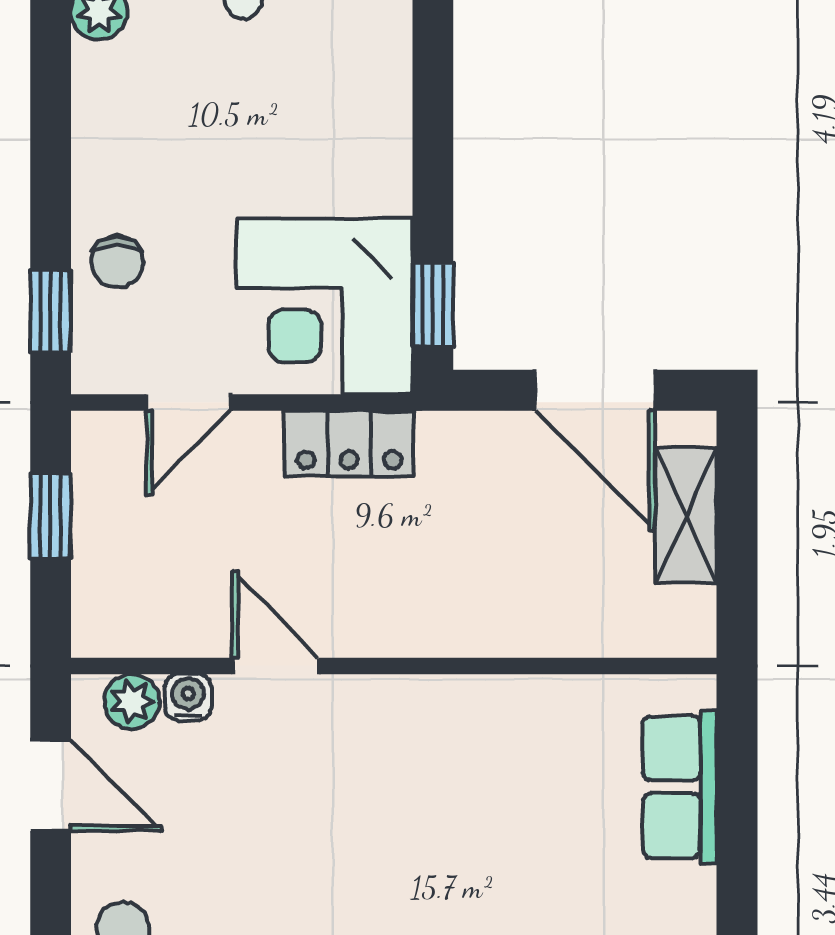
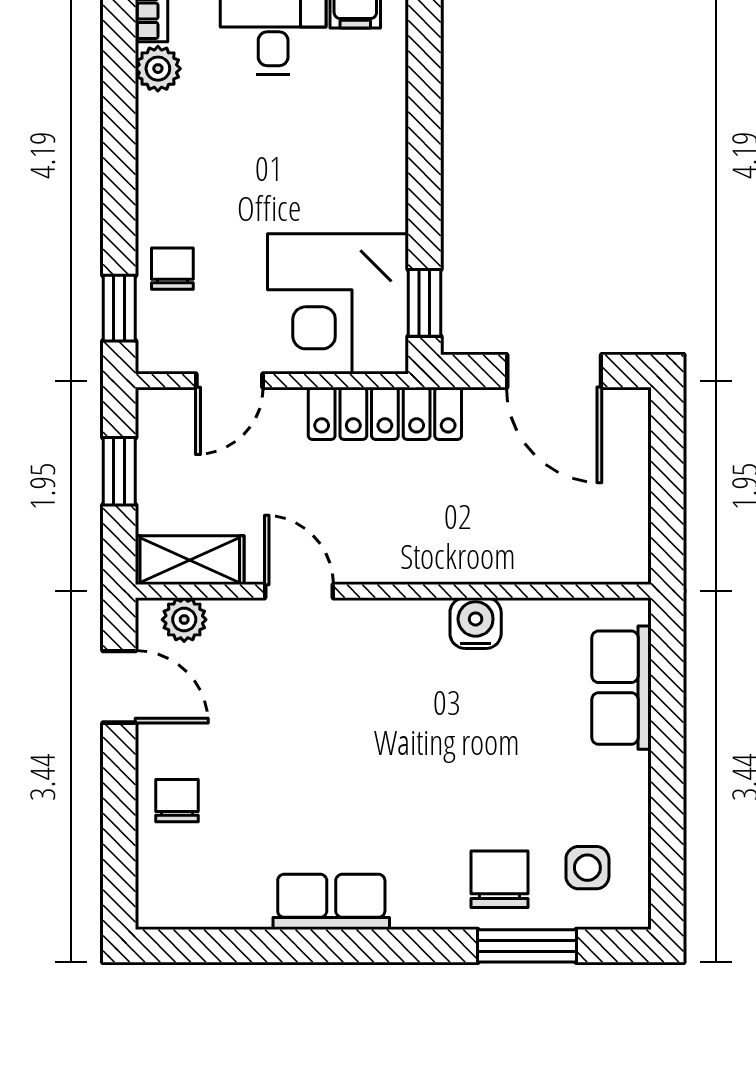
chair: (117, 262) -> (172, 269), turned 180
locker: (349, 443) -> (385, 413), width x1.53
shelving: (686, 515) -> (190, 560), moved, turned 90
water cooler: (188, 697) -> (476, 623), moved, width x1.38, depth x1.38

